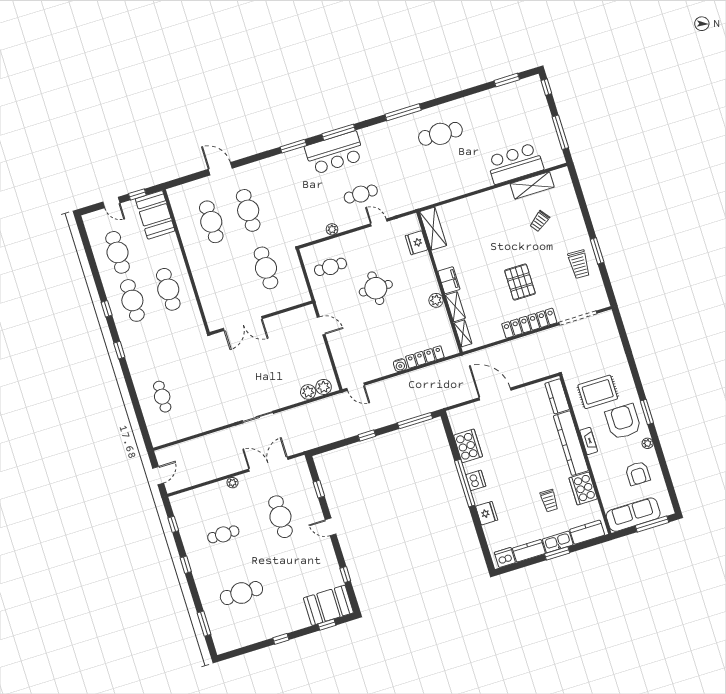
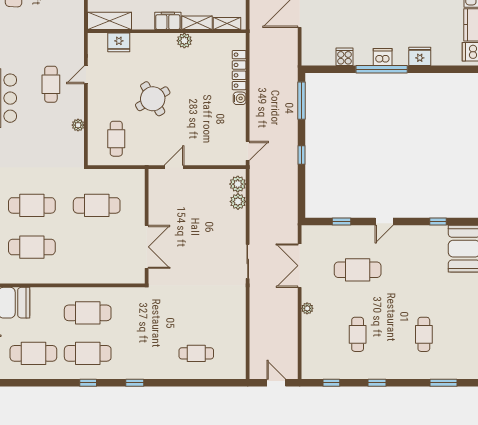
round table: (376, 288) -> (153, 99), turned -30
cooker: (468, 446) -> (344, 57), width x0.53, depth x0.76
cafe table: (241, 593) -> (424, 334), width x0.73, depth x0.74

